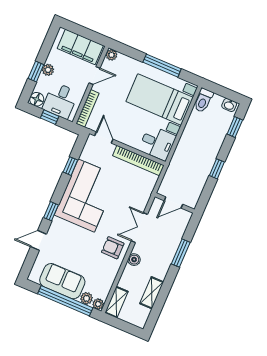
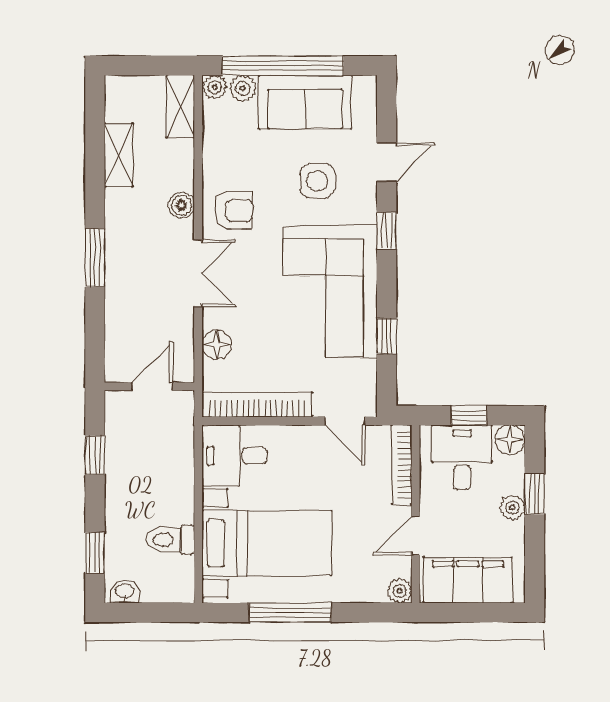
toilet: (203, 100) -> (170, 540), moved, turned -90
floor lamp: (145, 194) -> (217, 345), added
door: (173, 202) -> (152, 386), moved
wall: (175, 203) -> (149, 386), moved
side table: (72, 245) -> (317, 181), added

